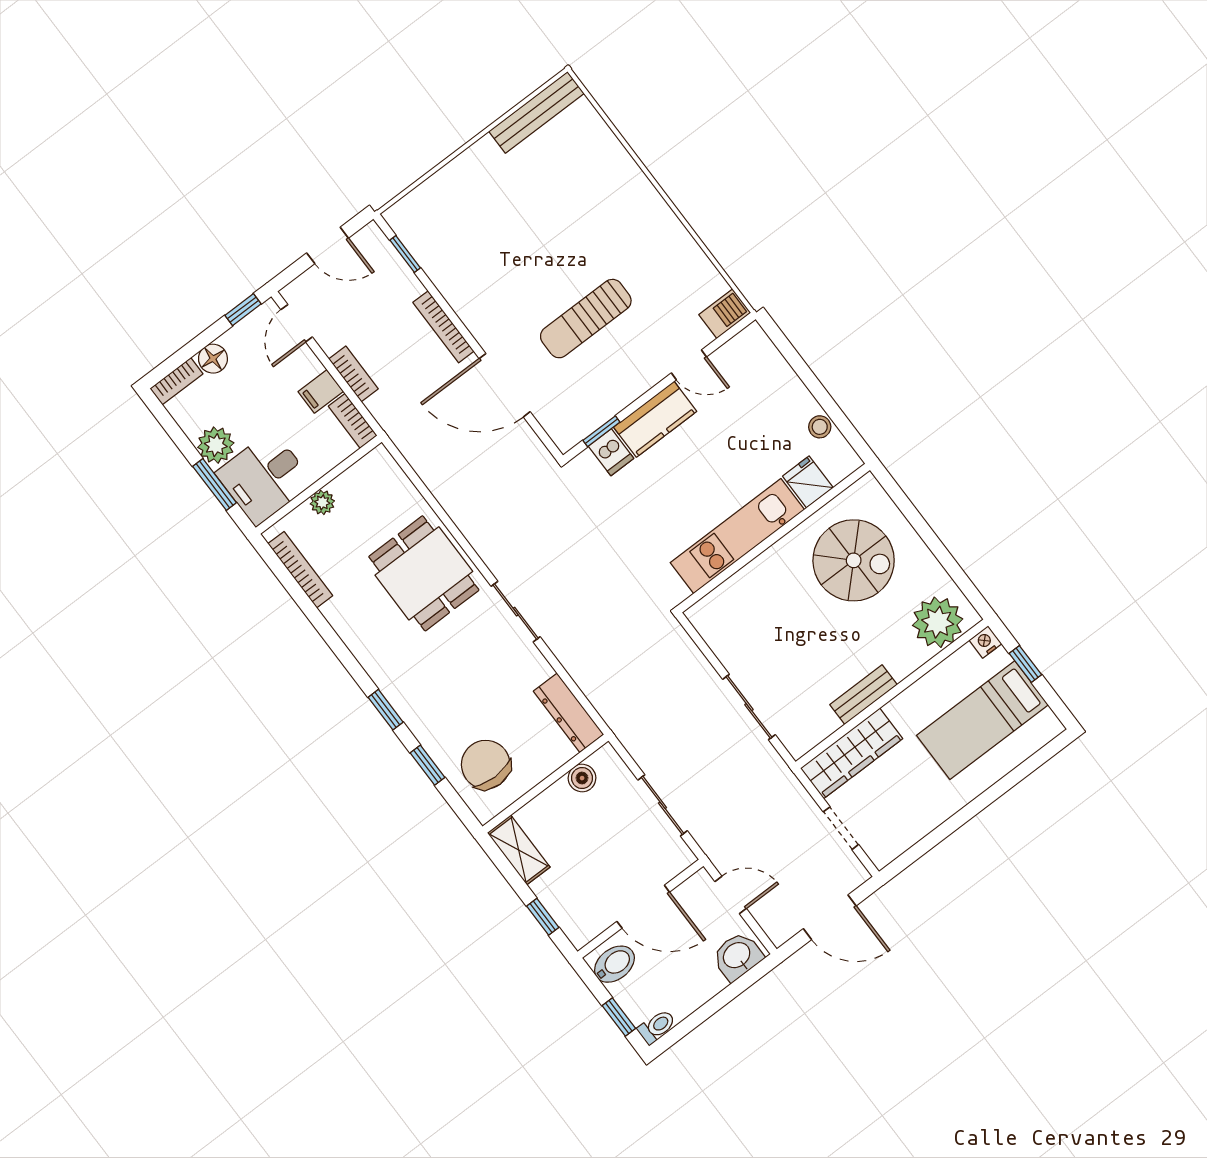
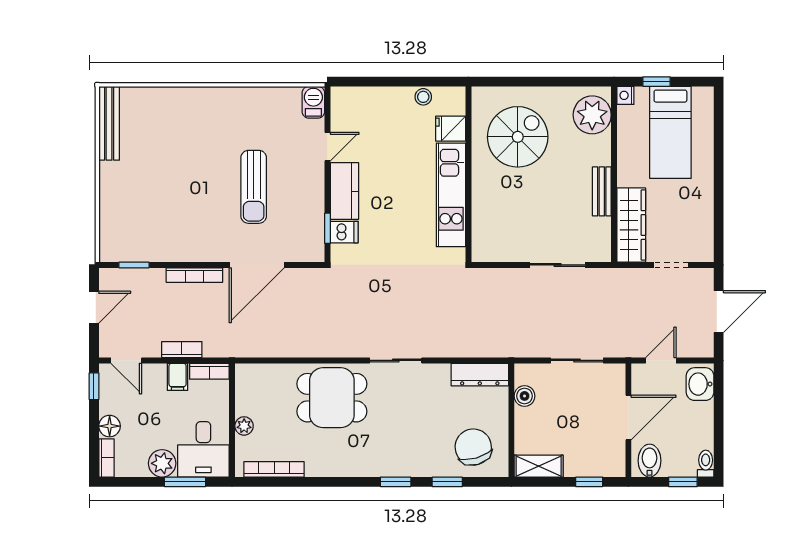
chair: (486, 765) -> (473, 447), turned 74

